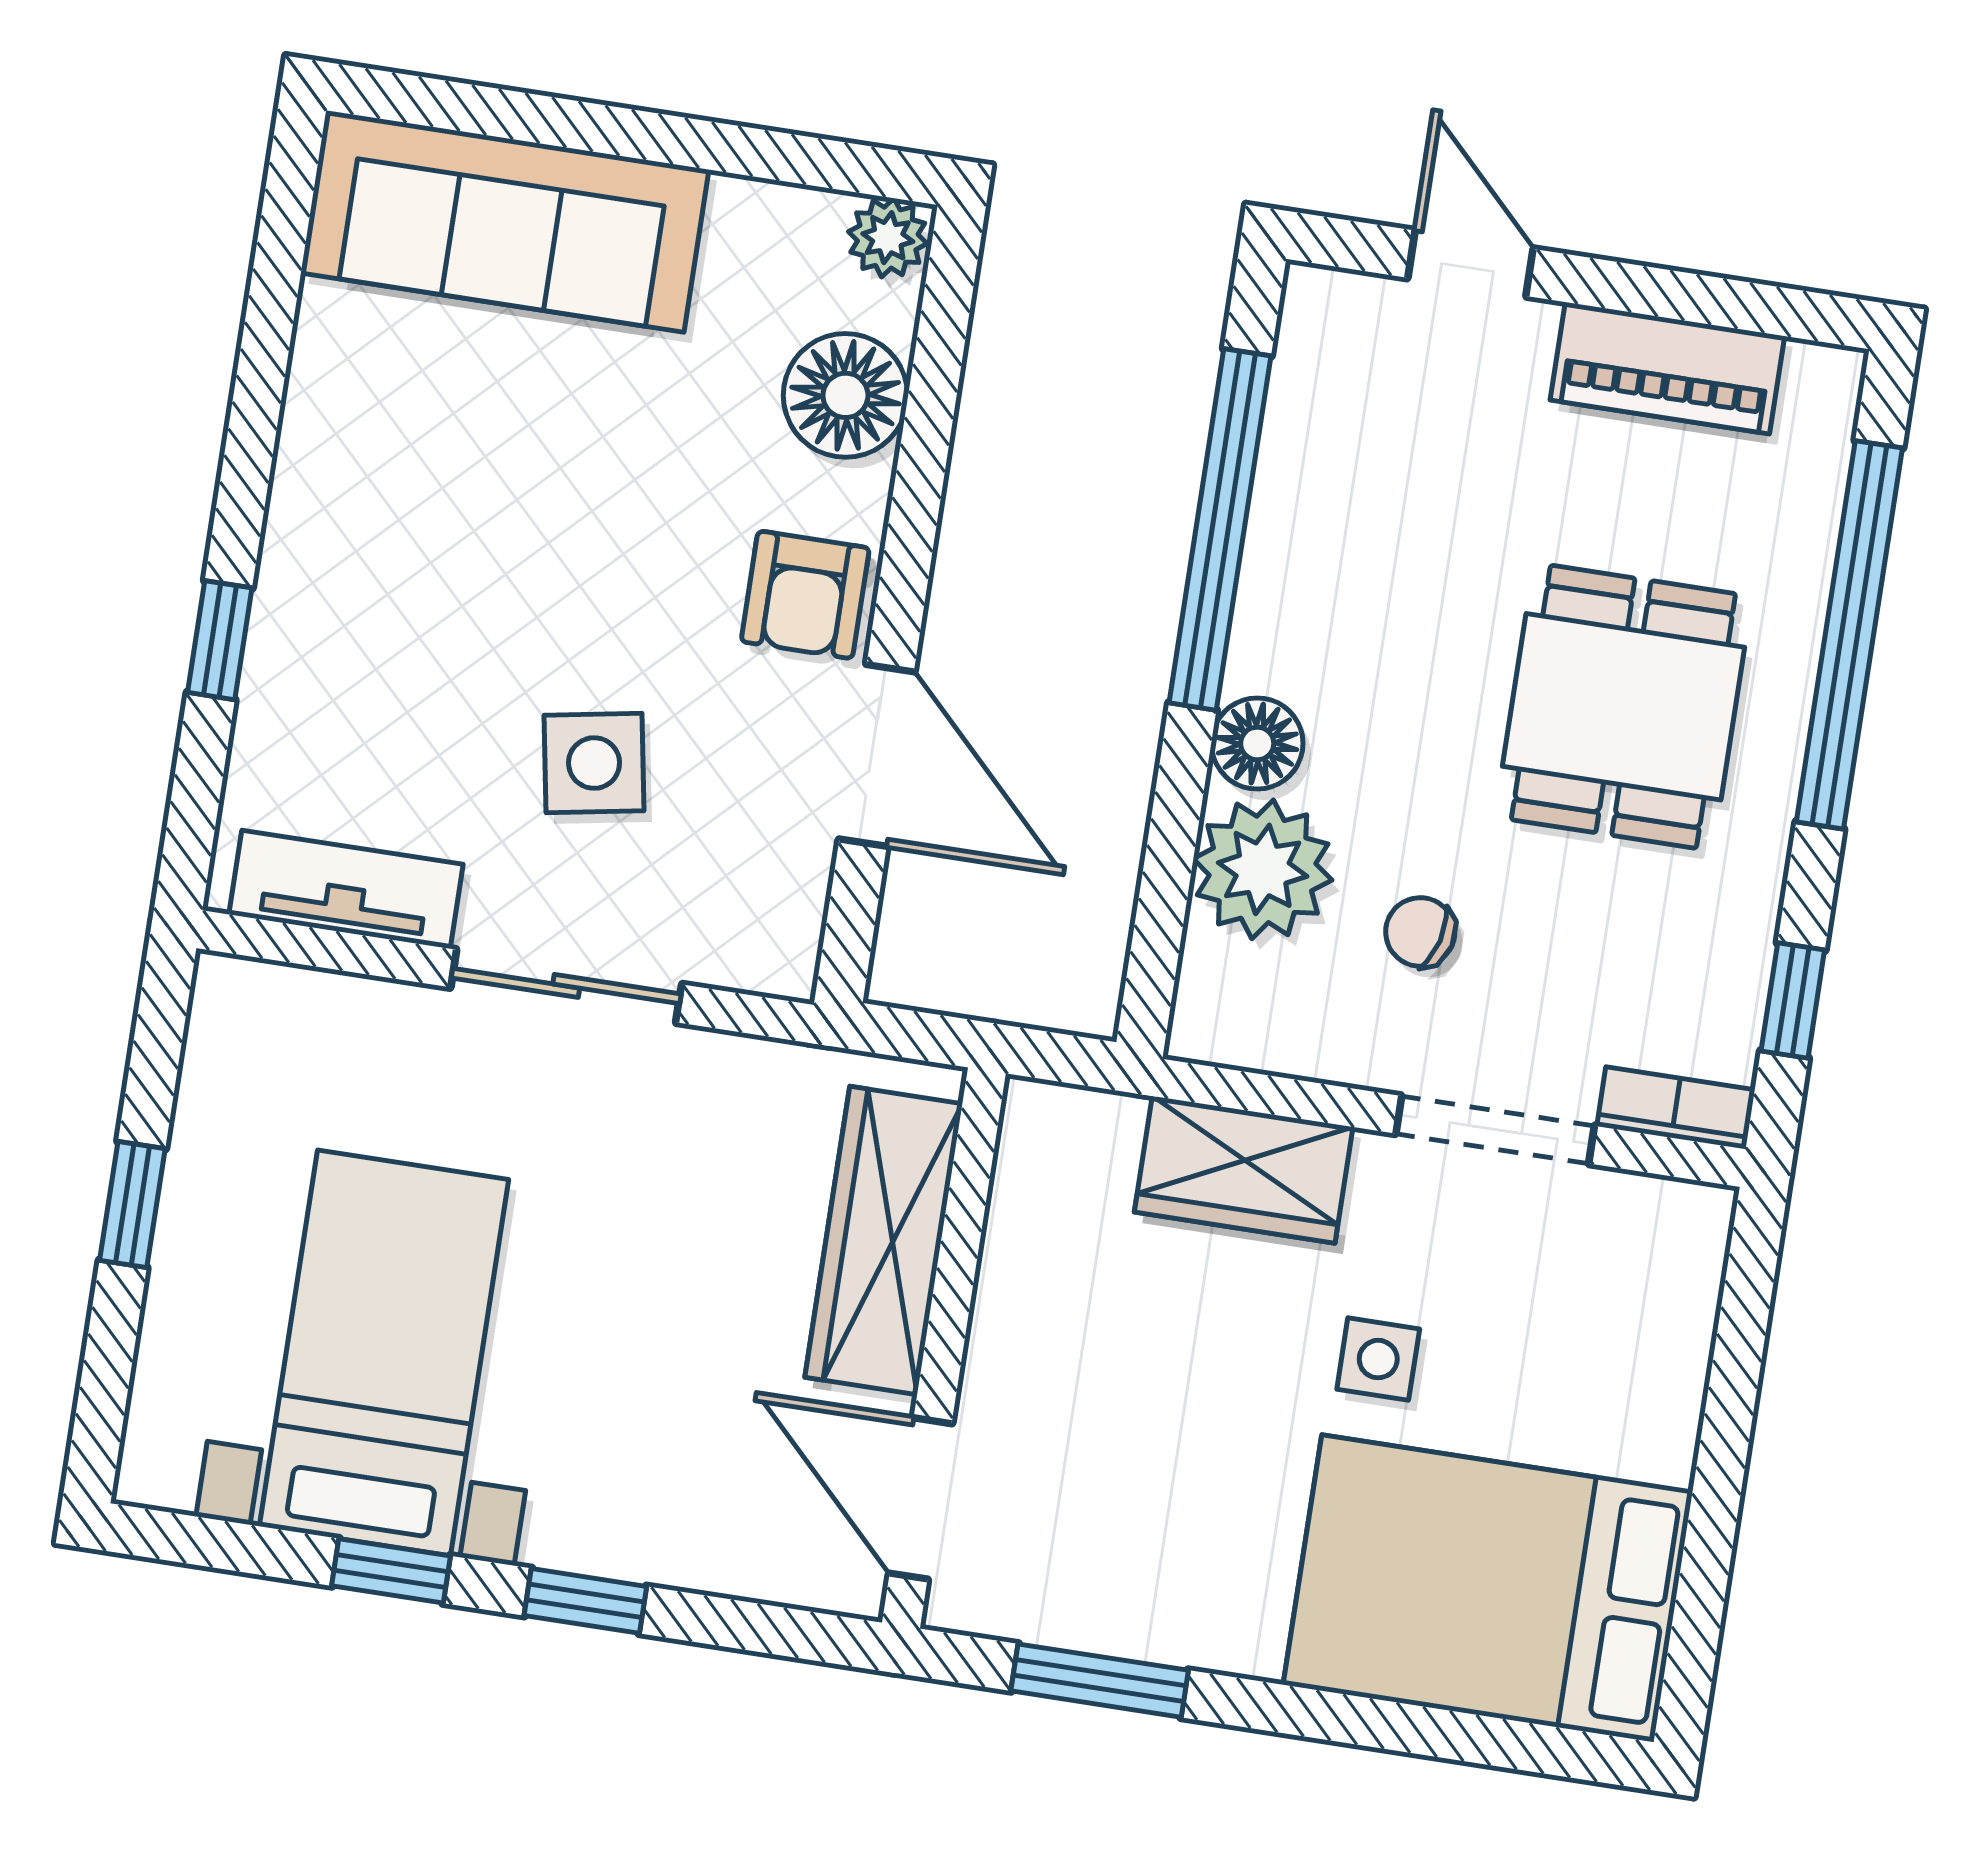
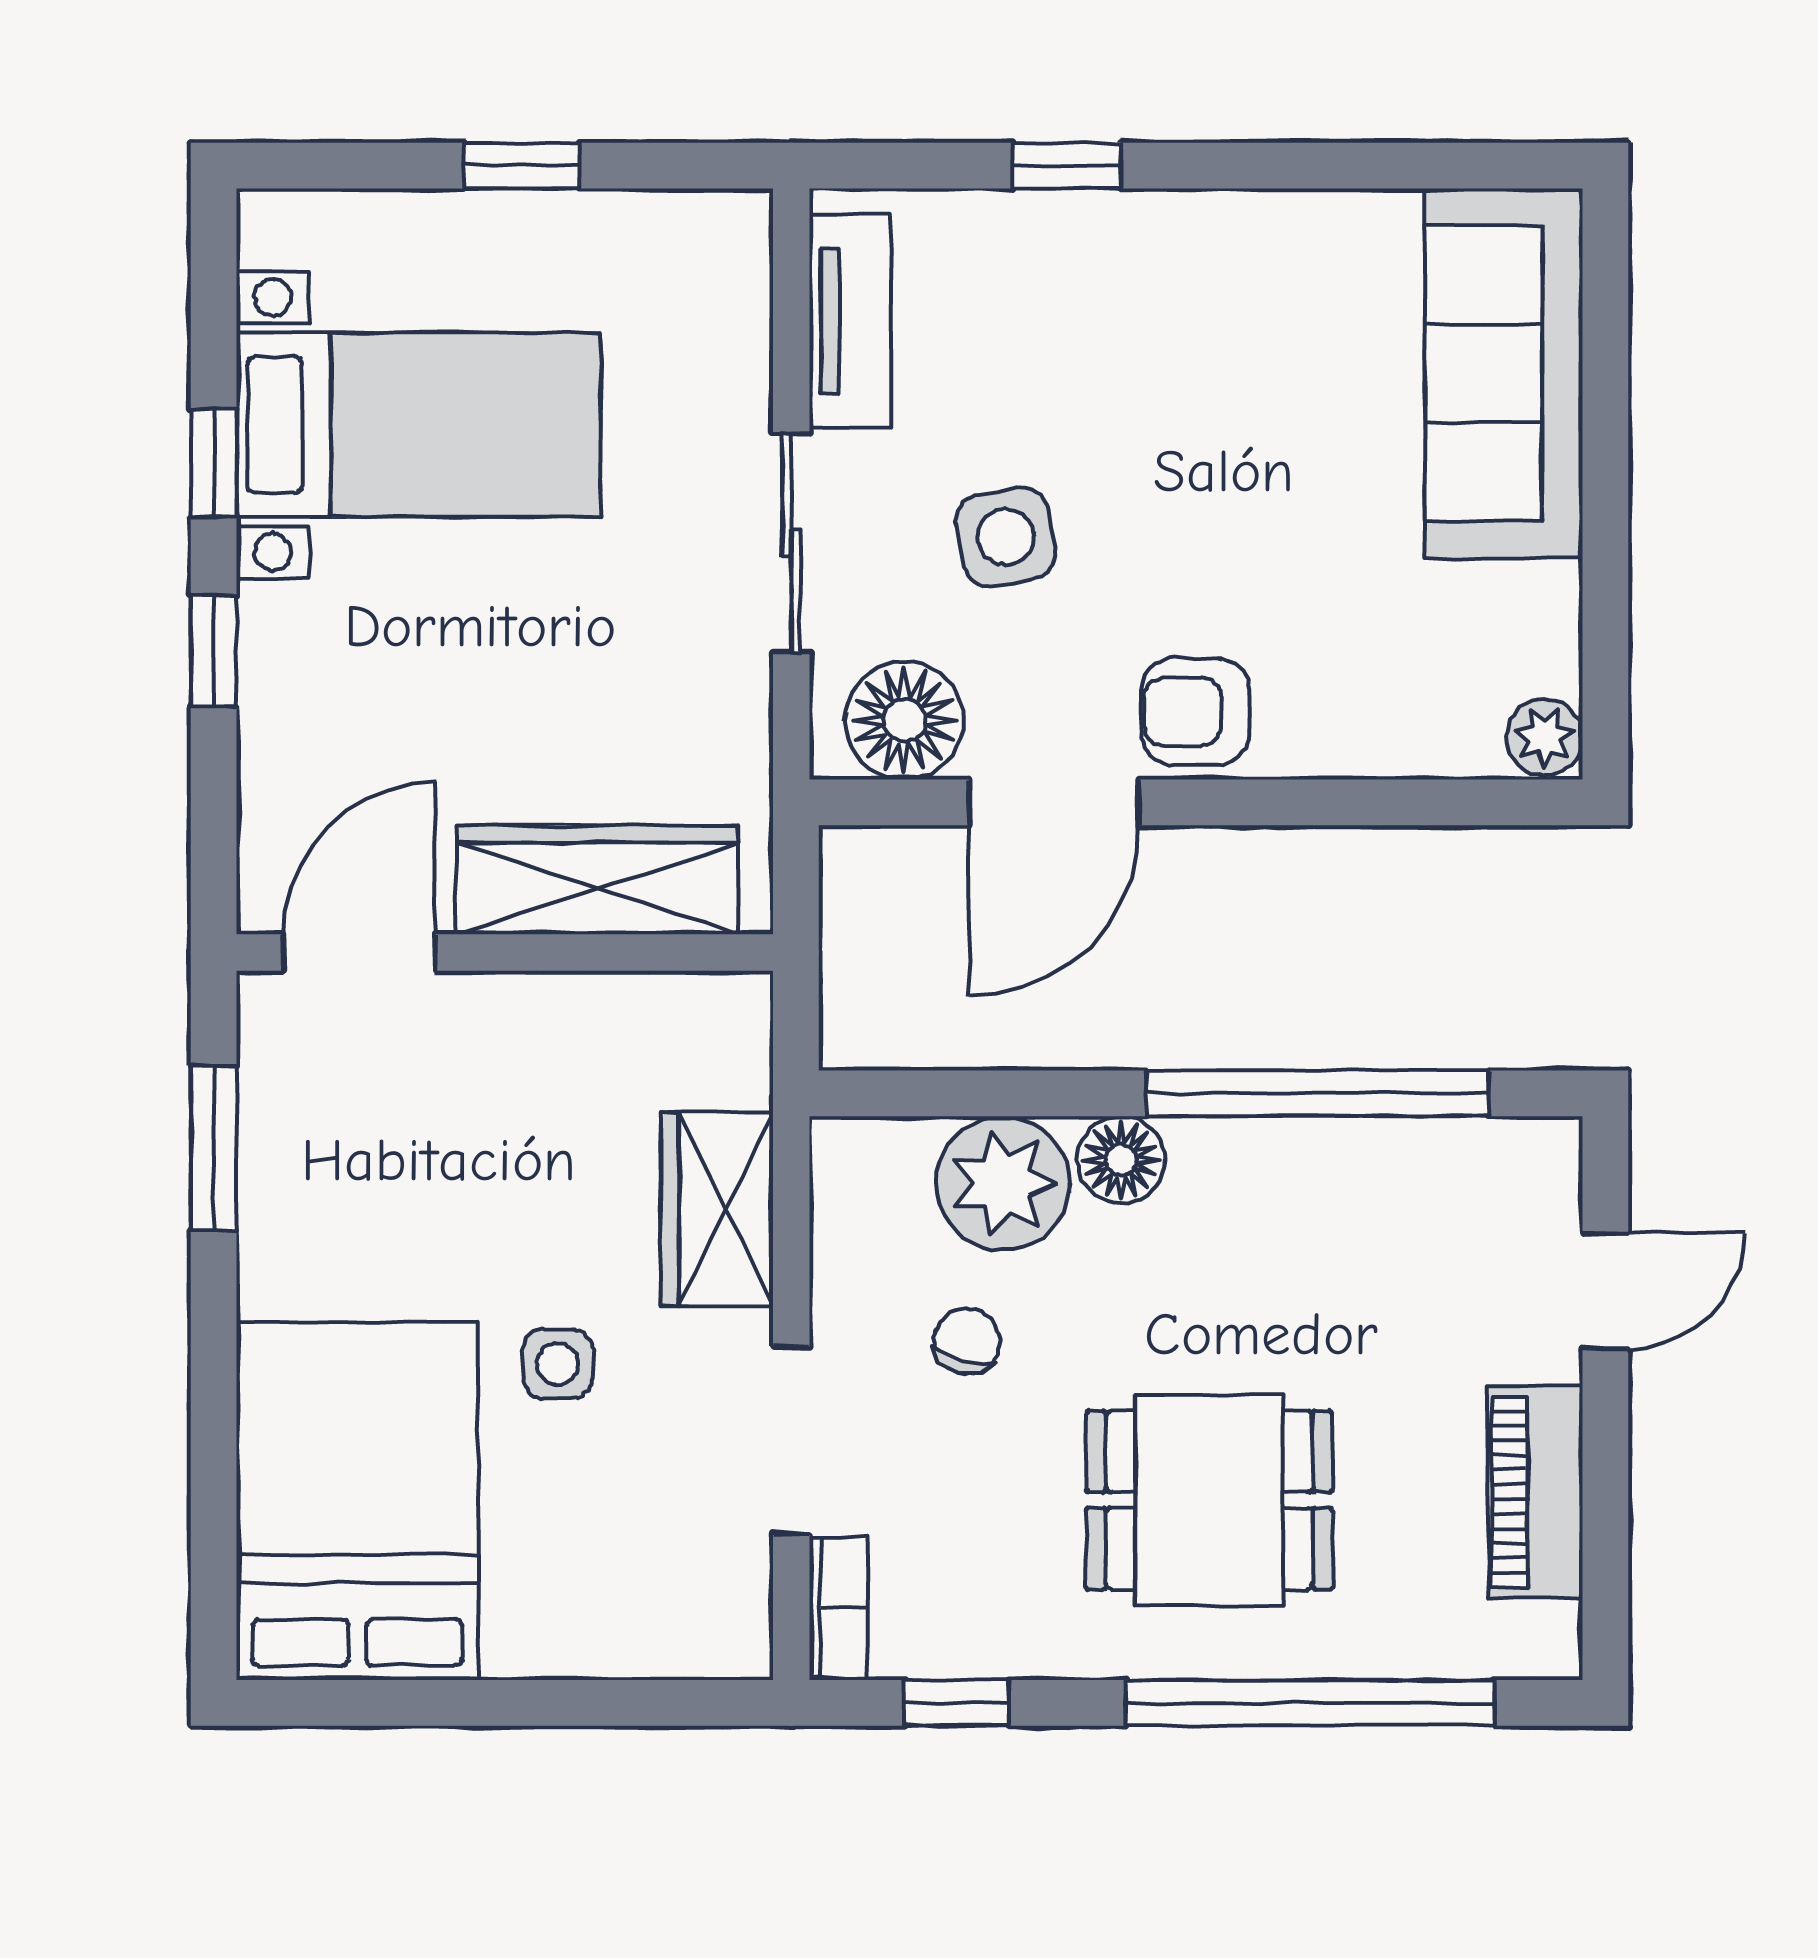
floor lamp: (845, 395) -> (905, 720), moved

